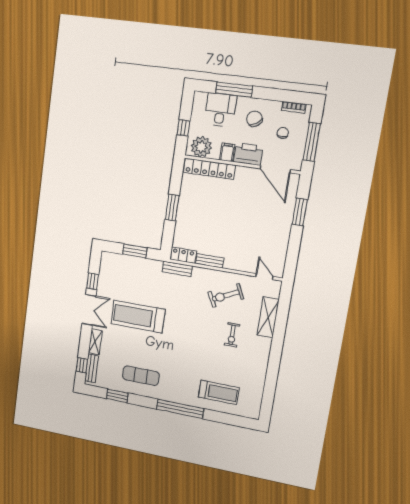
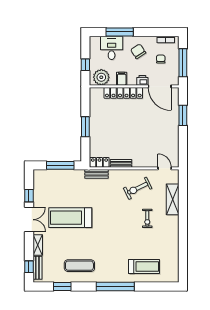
printer: (248, 154) -> (142, 80), width x0.53, depth x0.68
locker: (209, 169) -> (123, 93), moved
window: (135, 251) -> (60, 165), width x1.44

